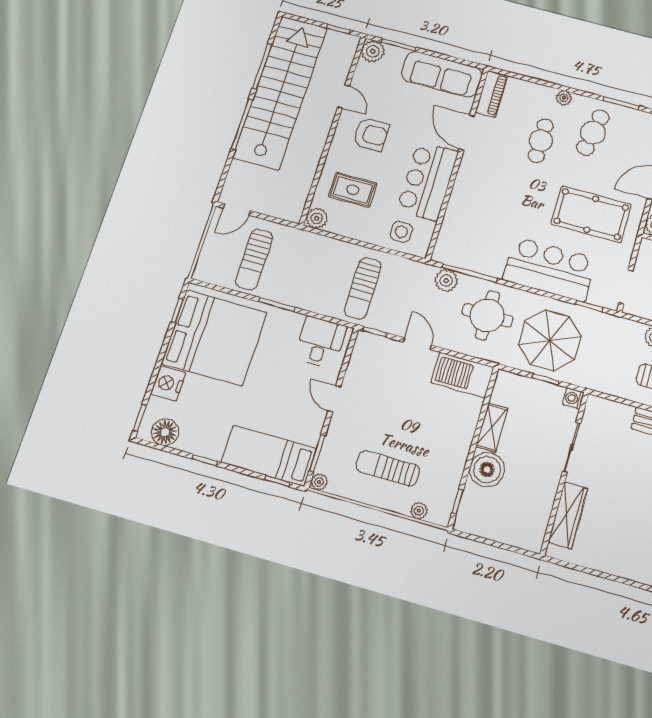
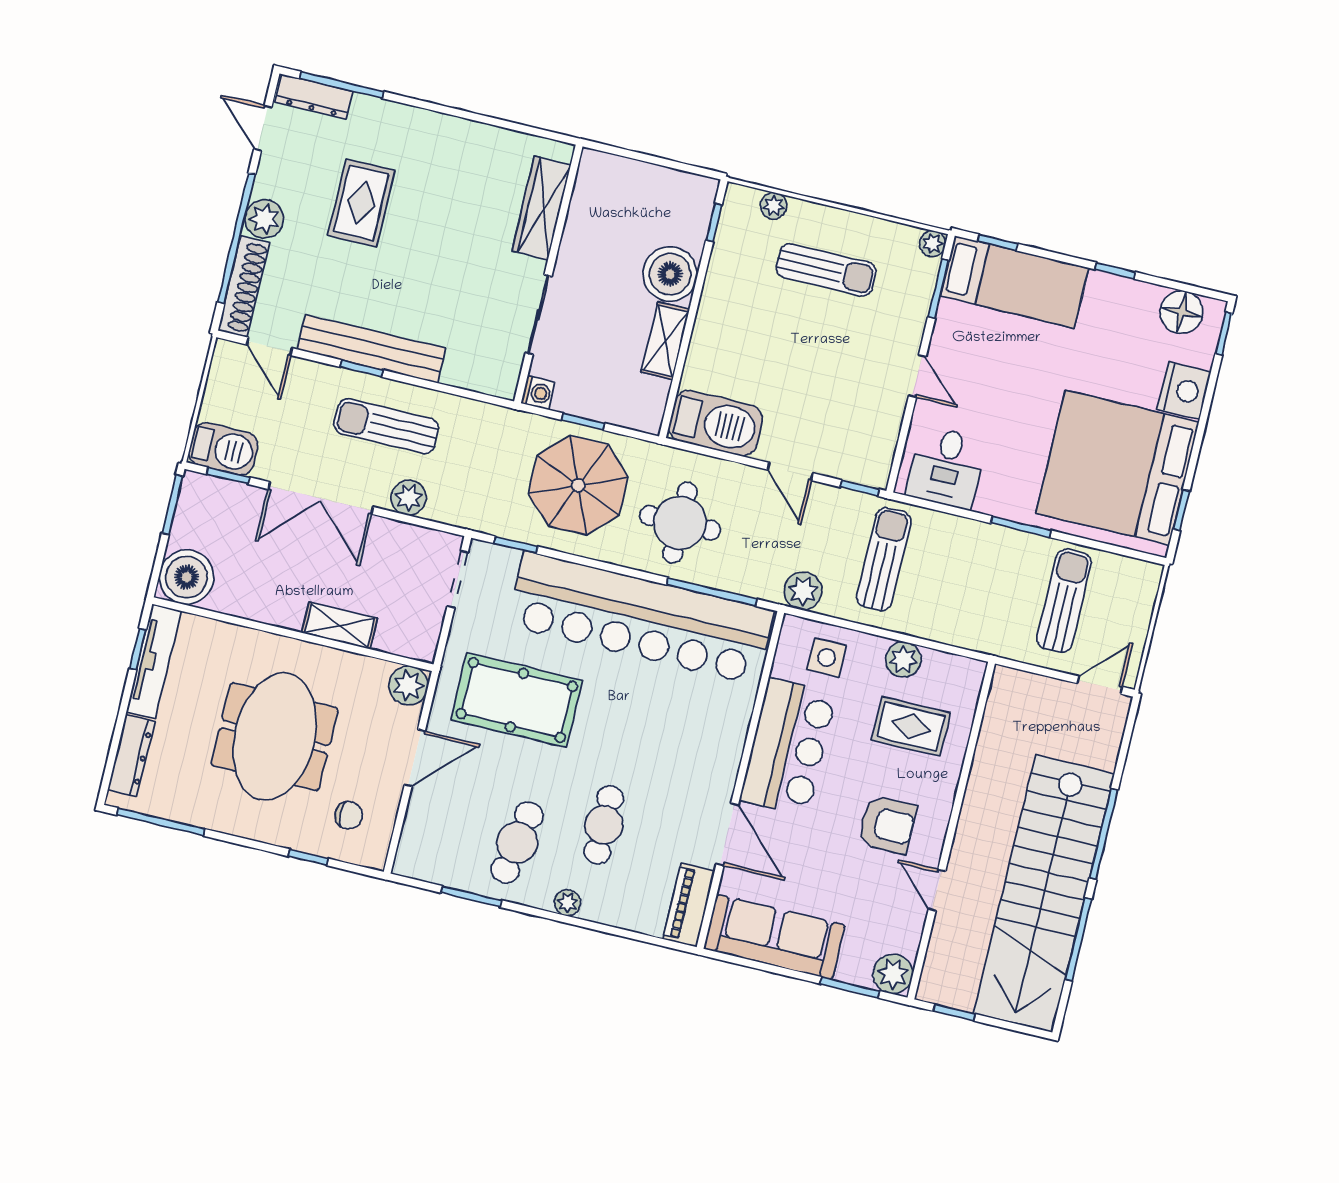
armchair: (371, 134) -> (887, 825), turned 180
plant: (317, 218) -> (903, 660), moved
bar counter: (549, 269) -> (640, 618), width x1.86
plant: (446, 281) -> (803, 591), moved

